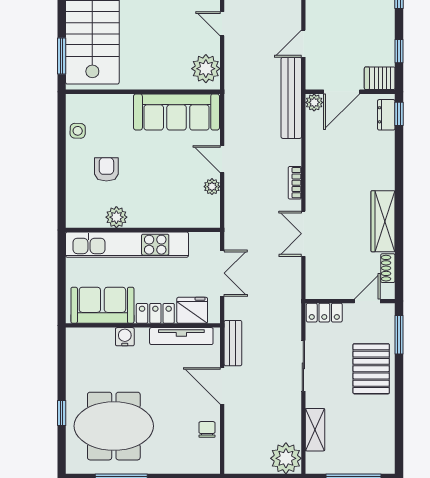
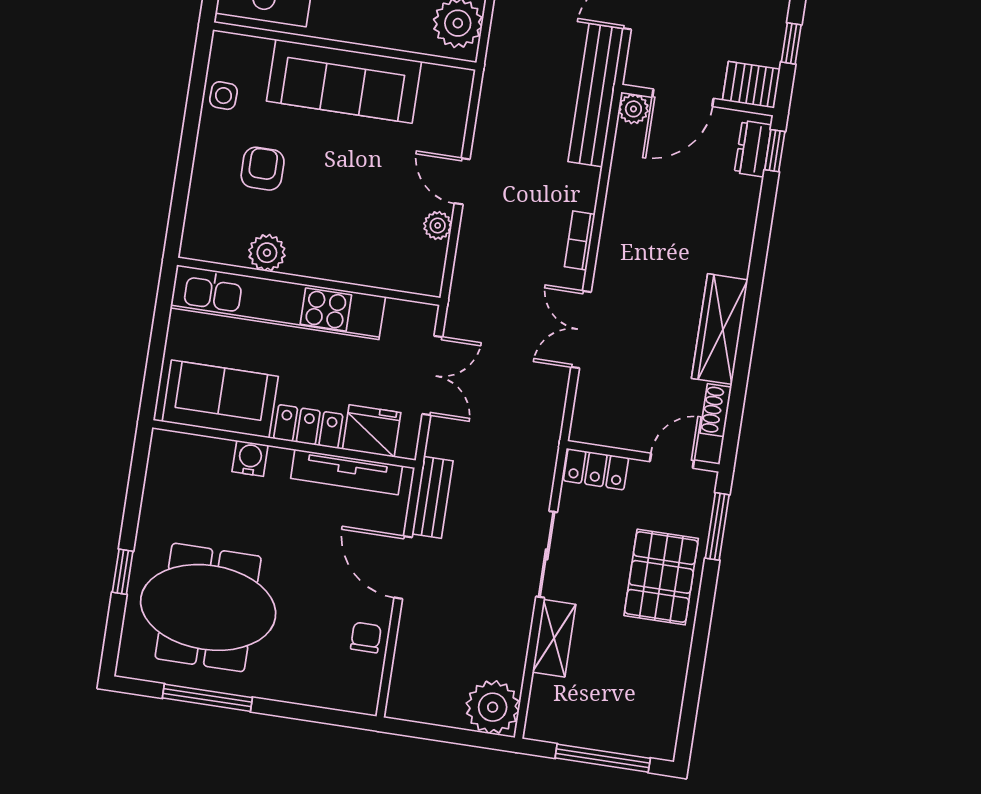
sofa: (177, 112) -> (344, 81), moved
shelving: (315, 430) -> (554, 638), moved

